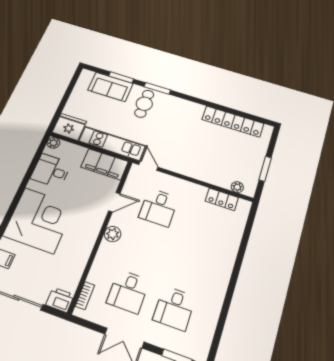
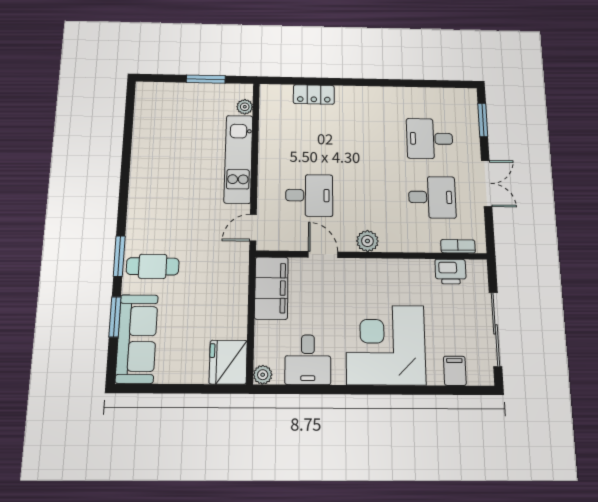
sofa: (110, 87) -> (137, 339), width x1.36
locker: (233, 122) -> (144, 136), removed
kitchen unit: (112, 143) -> (238, 159), moved
locker: (222, 199) -> (314, 95), moved, turned 90
printer: (60, 300) -> (451, 272), moved, turned -90
desk: (174, 308) -> (430, 139), turned 180

